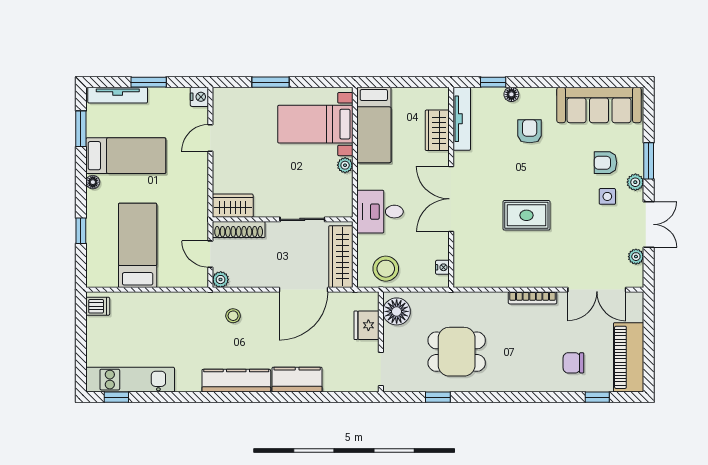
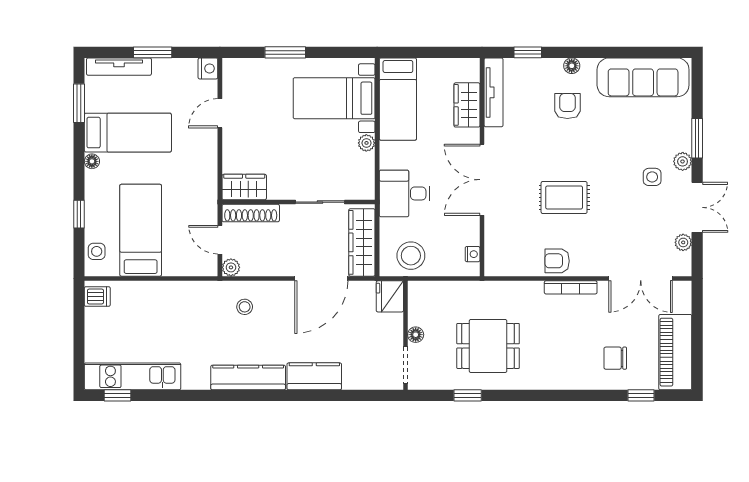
floor lamp: (511, 94) -> (572, 66), moved
armchair: (605, 163) -> (557, 261), moved
side table: (97, 265) -> (97, 251), added
floor lamp: (397, 311) -> (416, 335), moved, width x0.53, depth x0.53
fridge: (366, 325) -> (390, 296), moved

